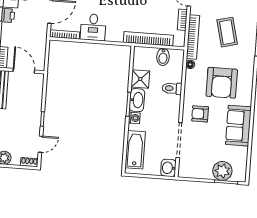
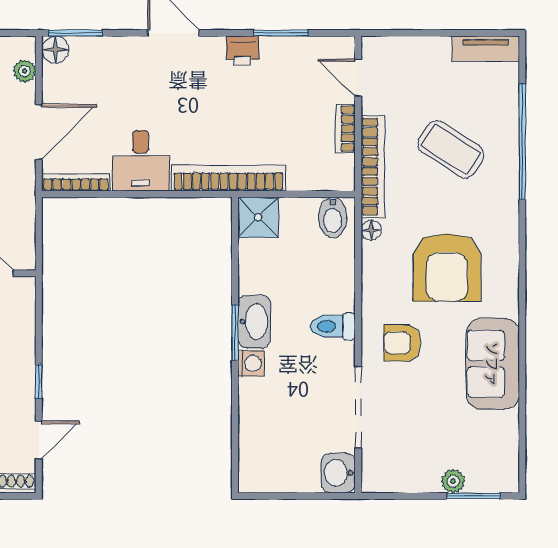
coffee table: (227, 32) -> (451, 149), turned -43
bookcase: (148, 39) -> (228, 178), moved
bidet: (163, 57) -> (333, 217), moved
shower: (140, 79) -> (258, 217), moved
toilet: (172, 88) -> (333, 326), moved
bathtub: (135, 150) -> (258, 437), removed
plant: (222, 171) -> (453, 481), width x0.53, depth x0.53

